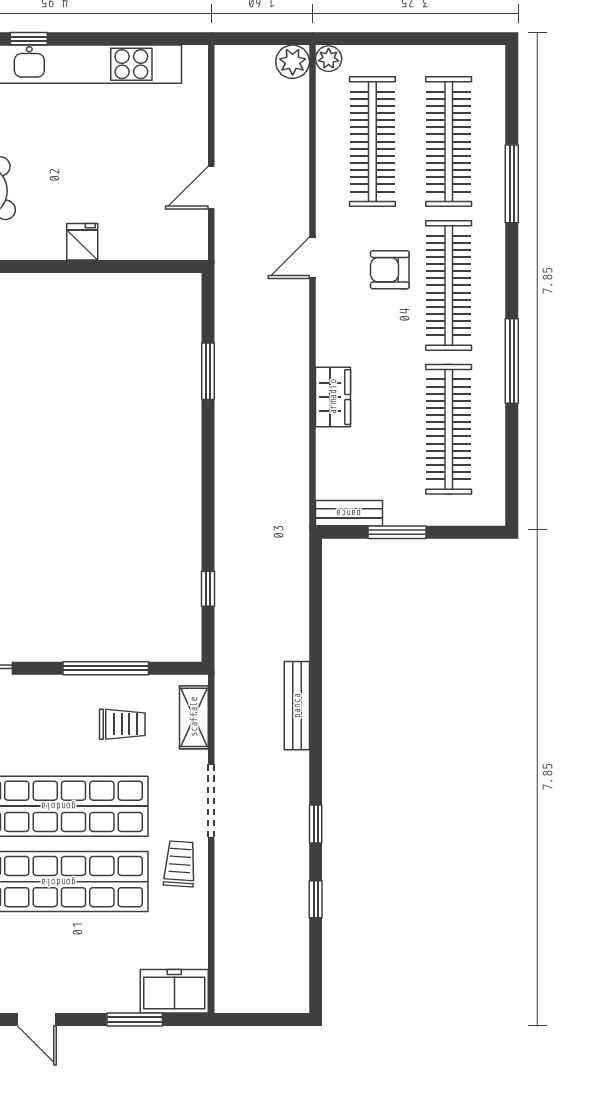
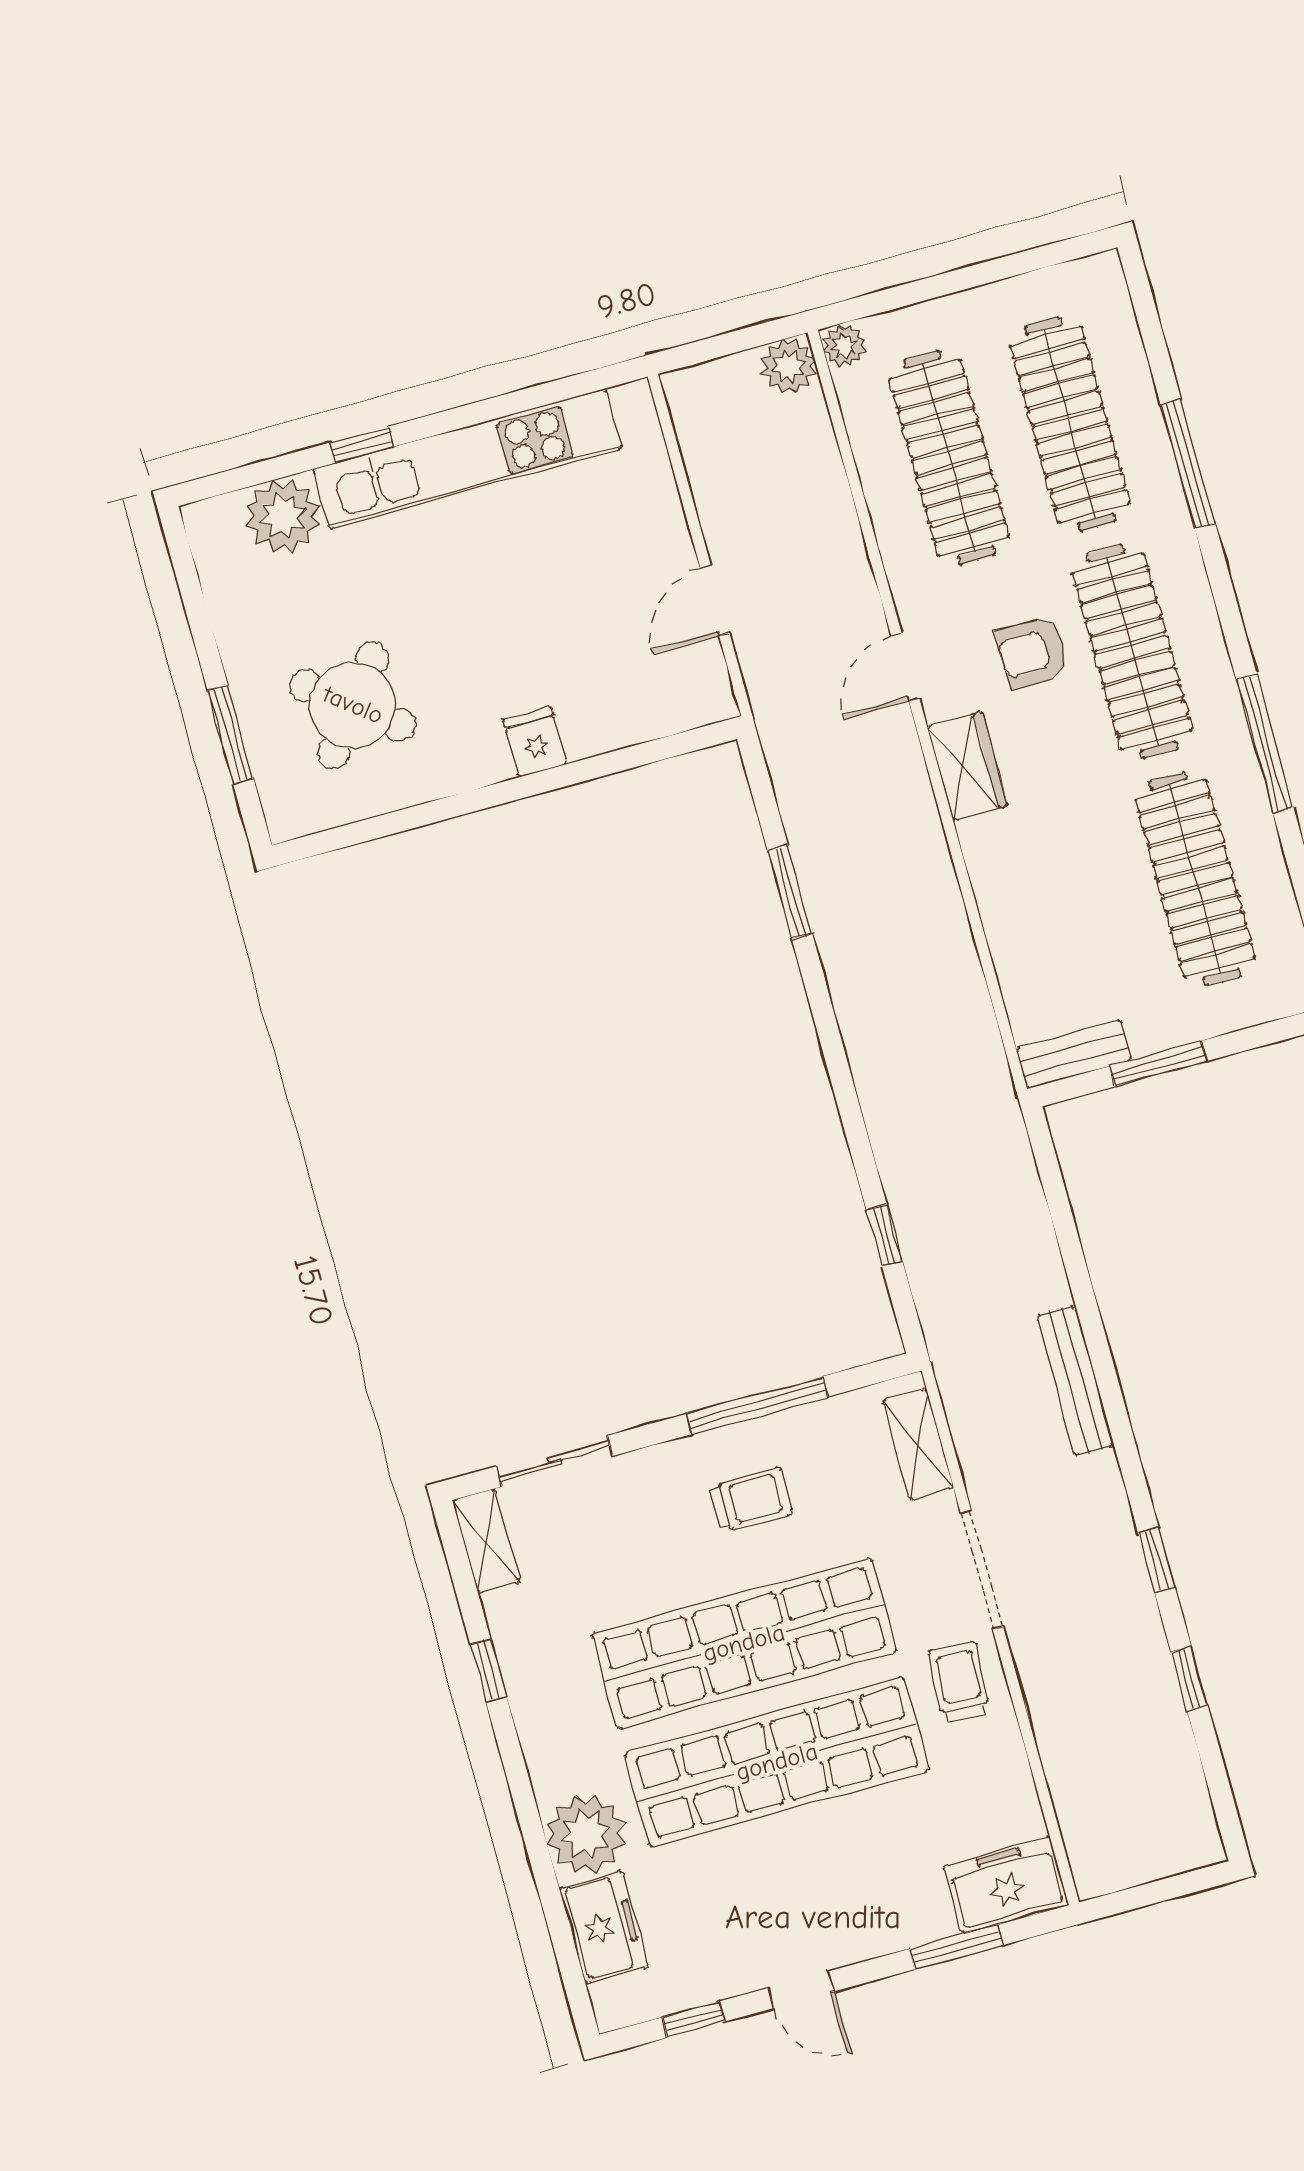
wardrobe: (333, 397) -> (967, 766), moved
trolley: (122, 724) -> (751, 1500), moved

